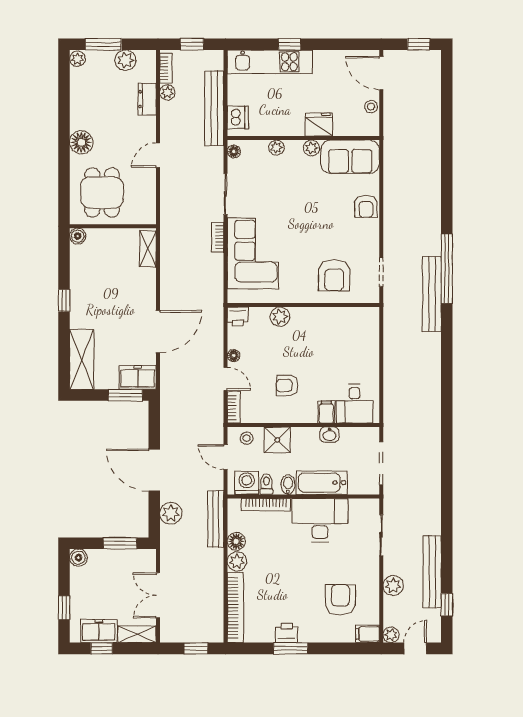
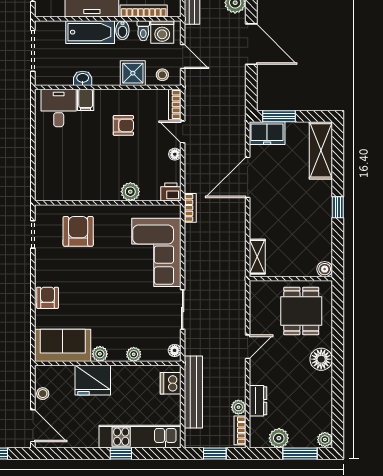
fridge: (319, 125) -> (93, 380), width x1.36, depth x1.34
bookcase: (218, 237) -> (190, 208), moved

